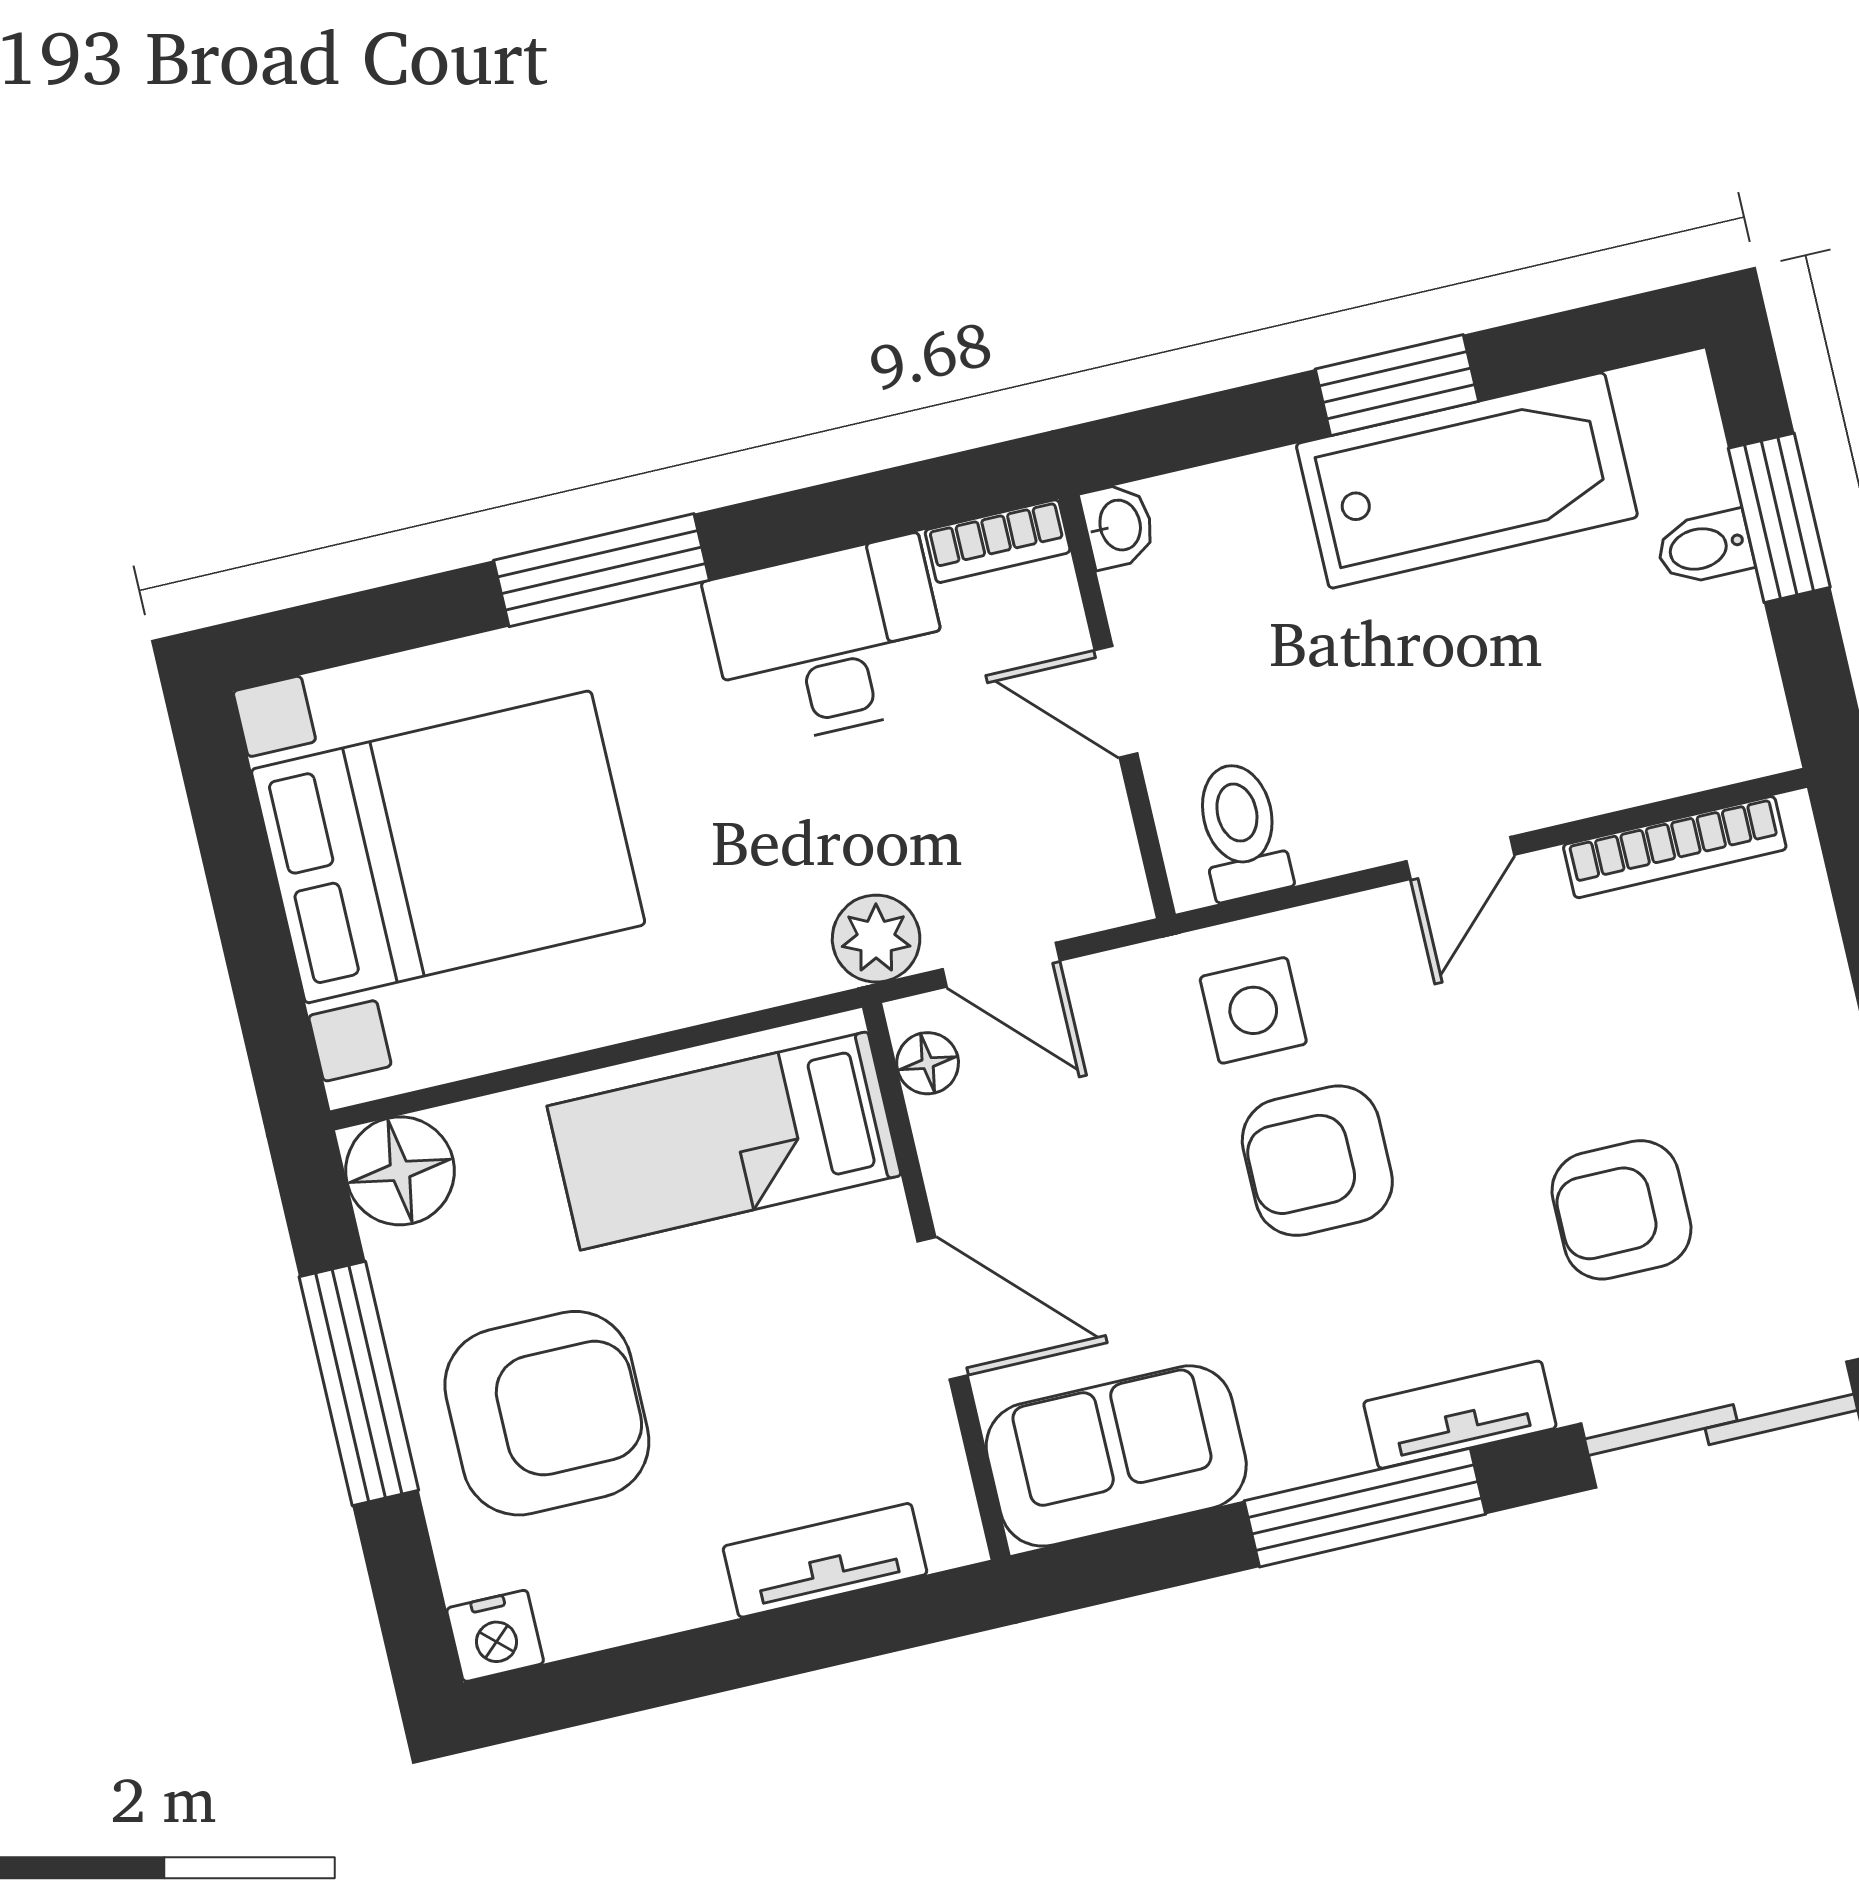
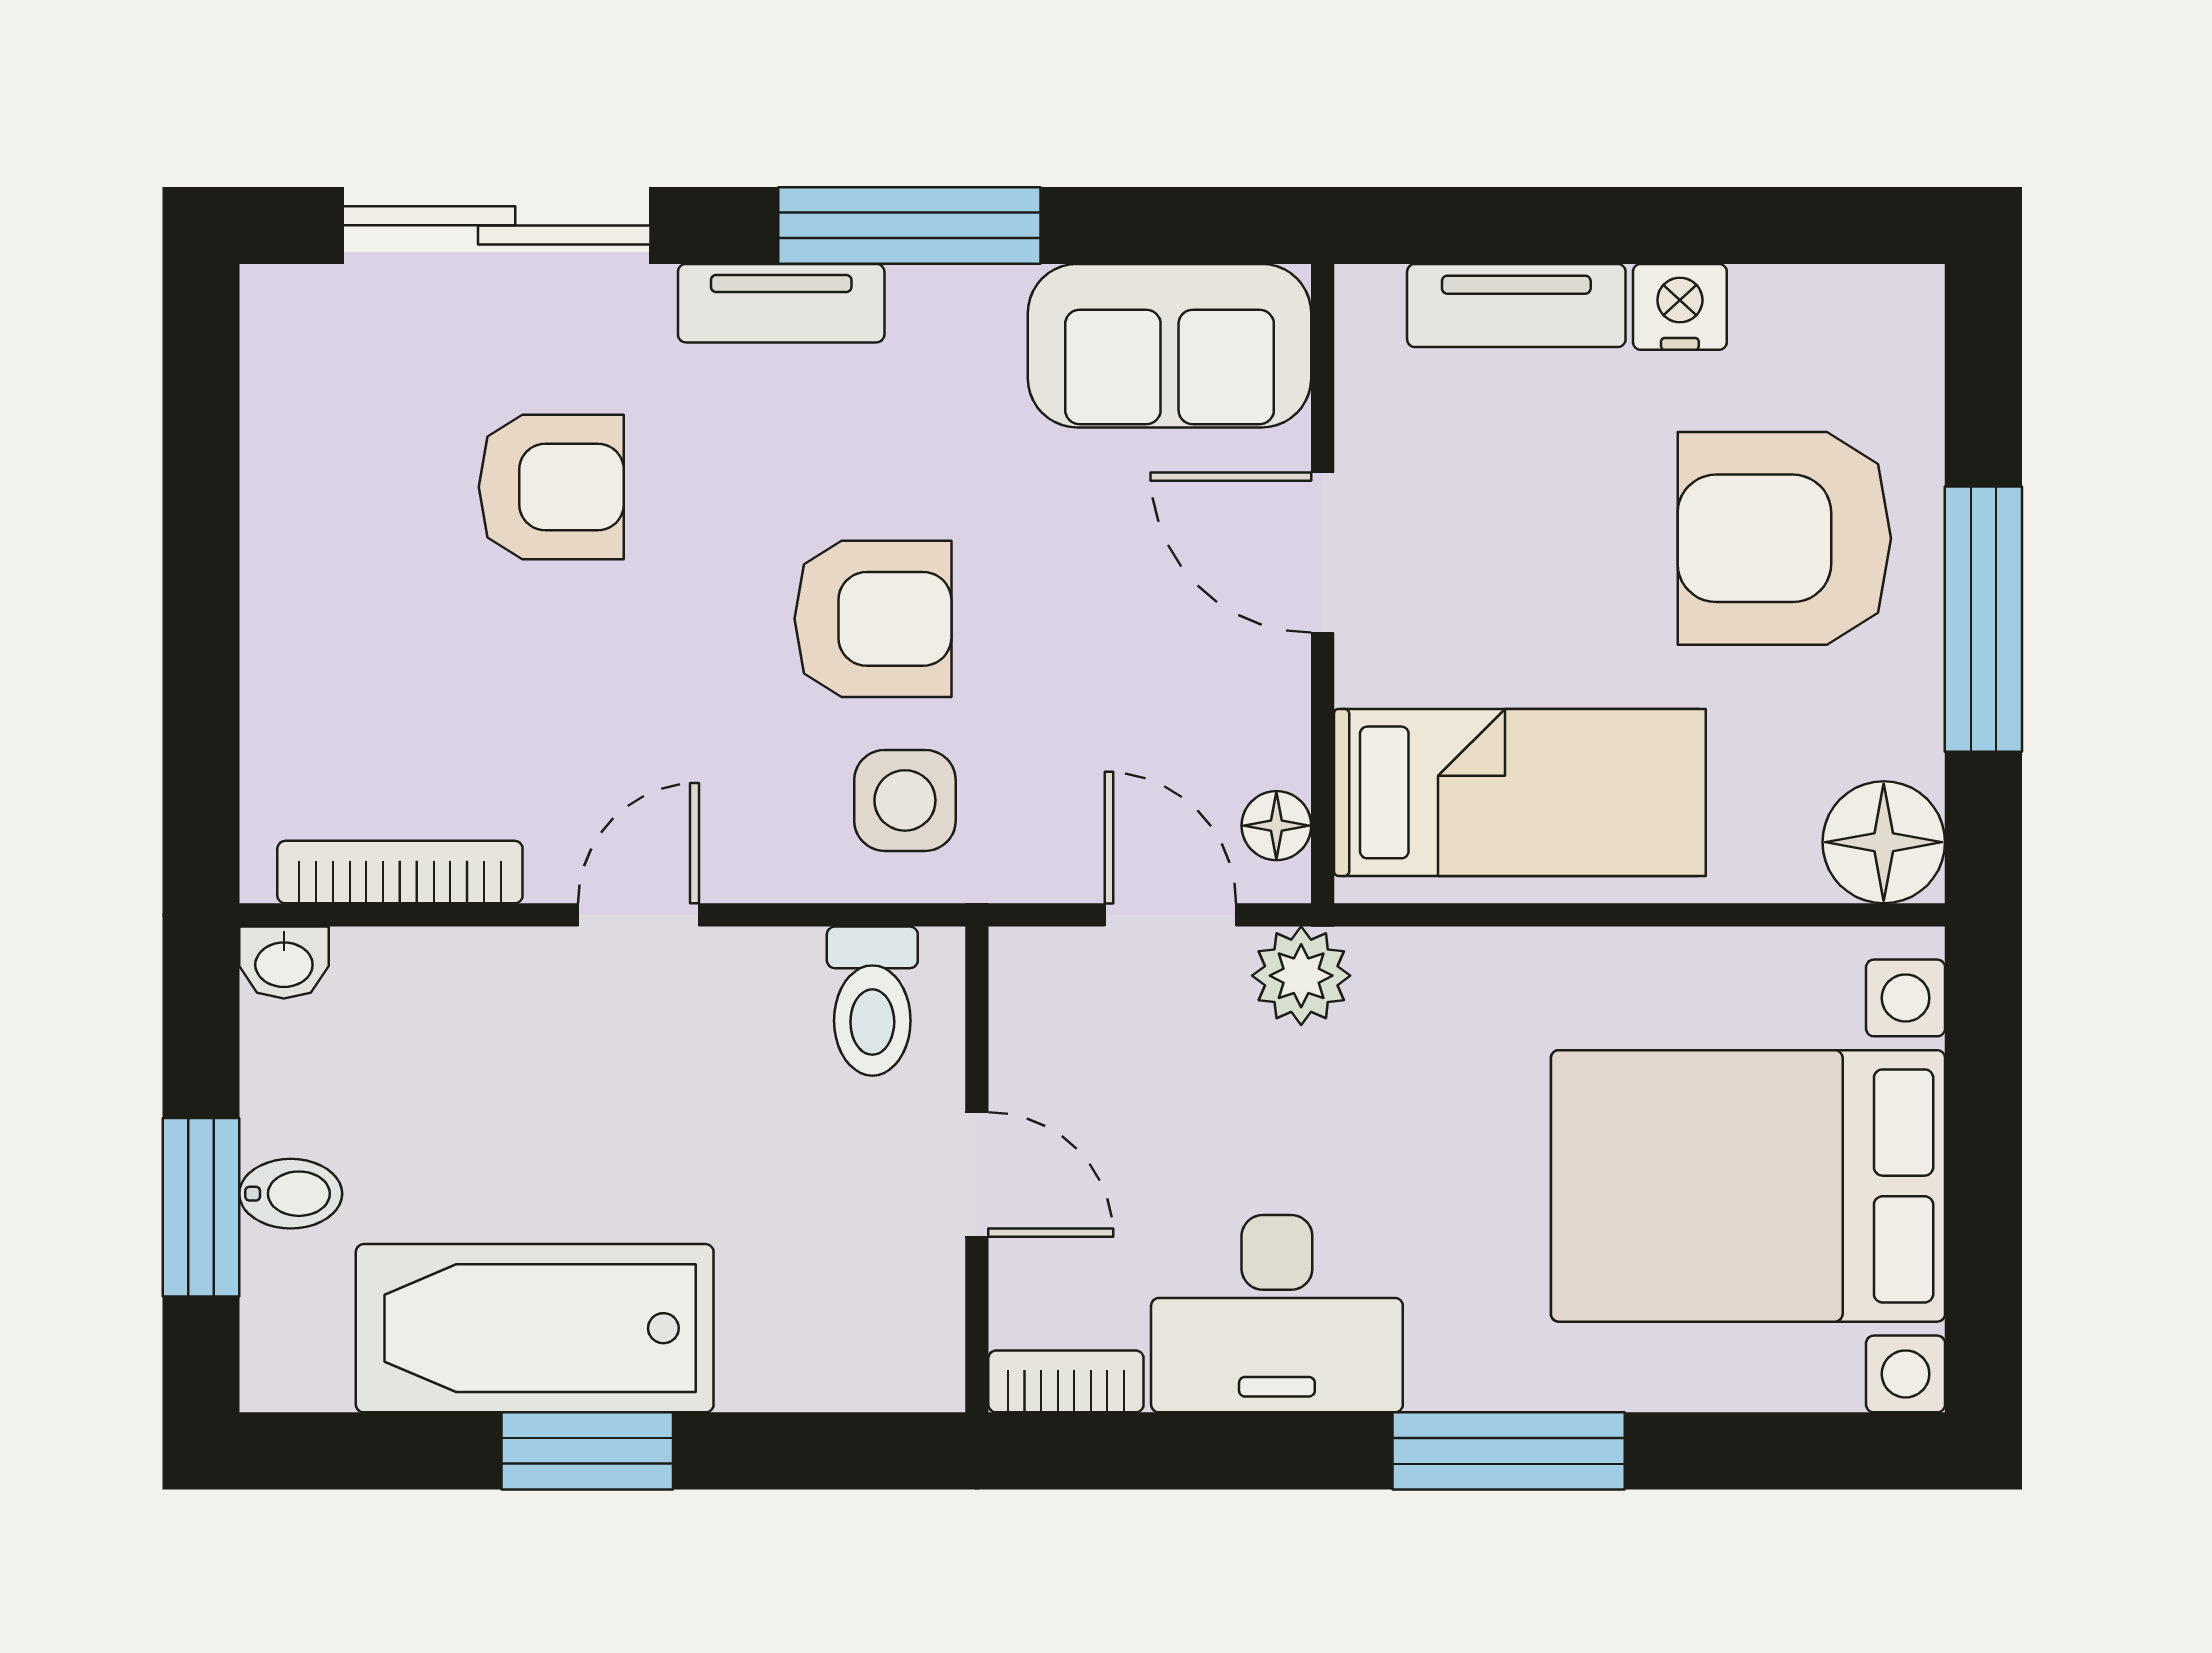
washbasin: (1118, 525) -> (284, 963), moved, turned -90
nightstand: (495, 1636) -> (1680, 307), moved

